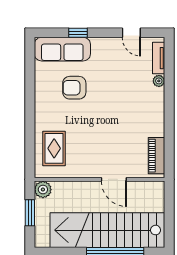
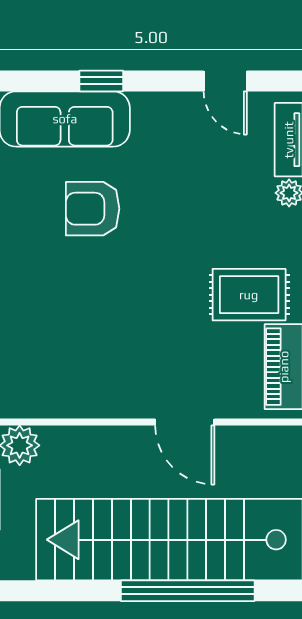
rug: (54, 148) -> (249, 295), moved, turned 90

